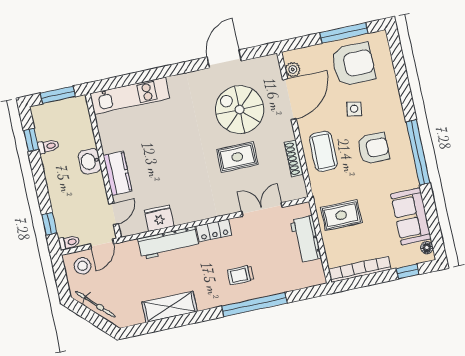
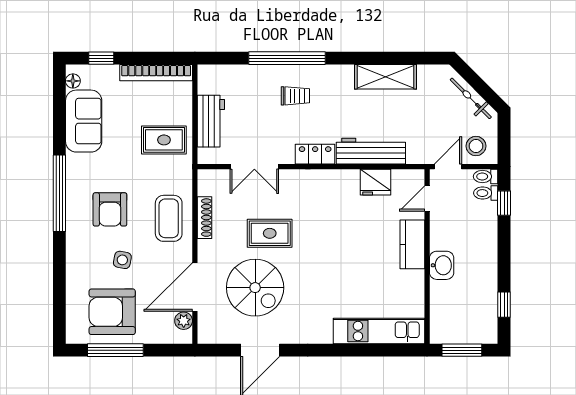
toilet: (48, 146) -> (486, 193), moved
armchair: (373, 148) -> (110, 209), turned -90

